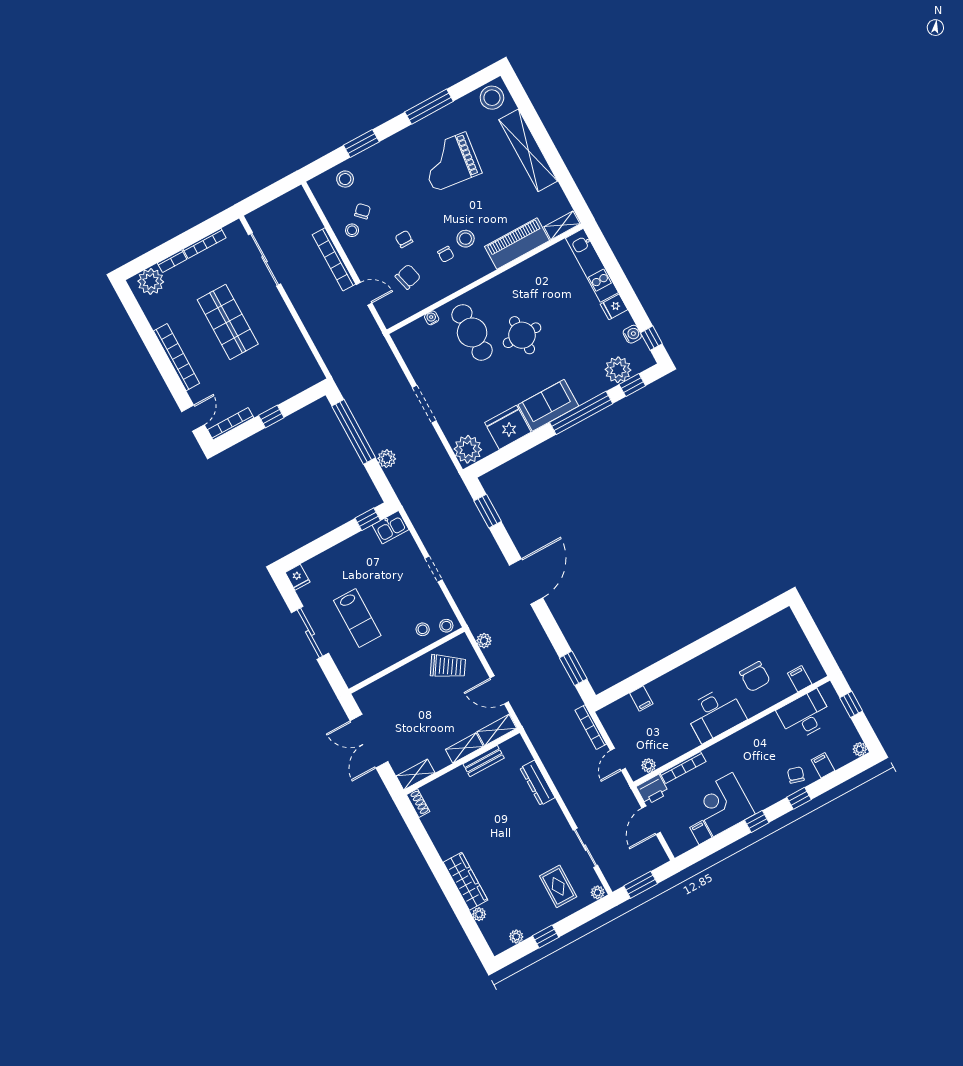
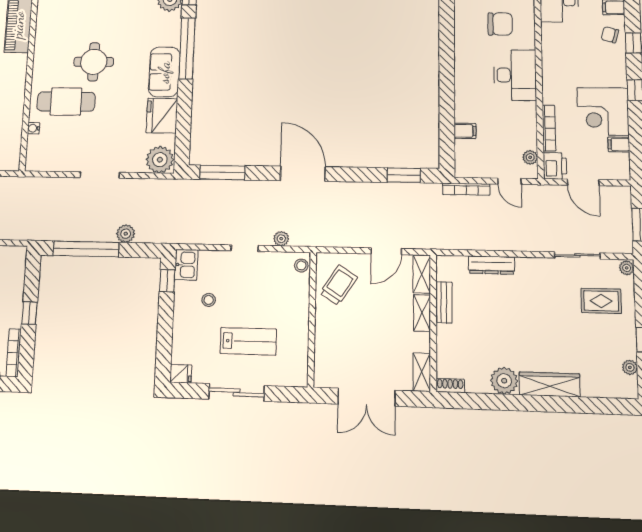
window: (488, 511) -> (222, 173), width x1.44
stool: (423, 629) -> (209, 300), moved
plant: (484, 641) -> (281, 239), moved
plant: (479, 914) -> (504, 381), moved, width x1.88, depth x1.88

